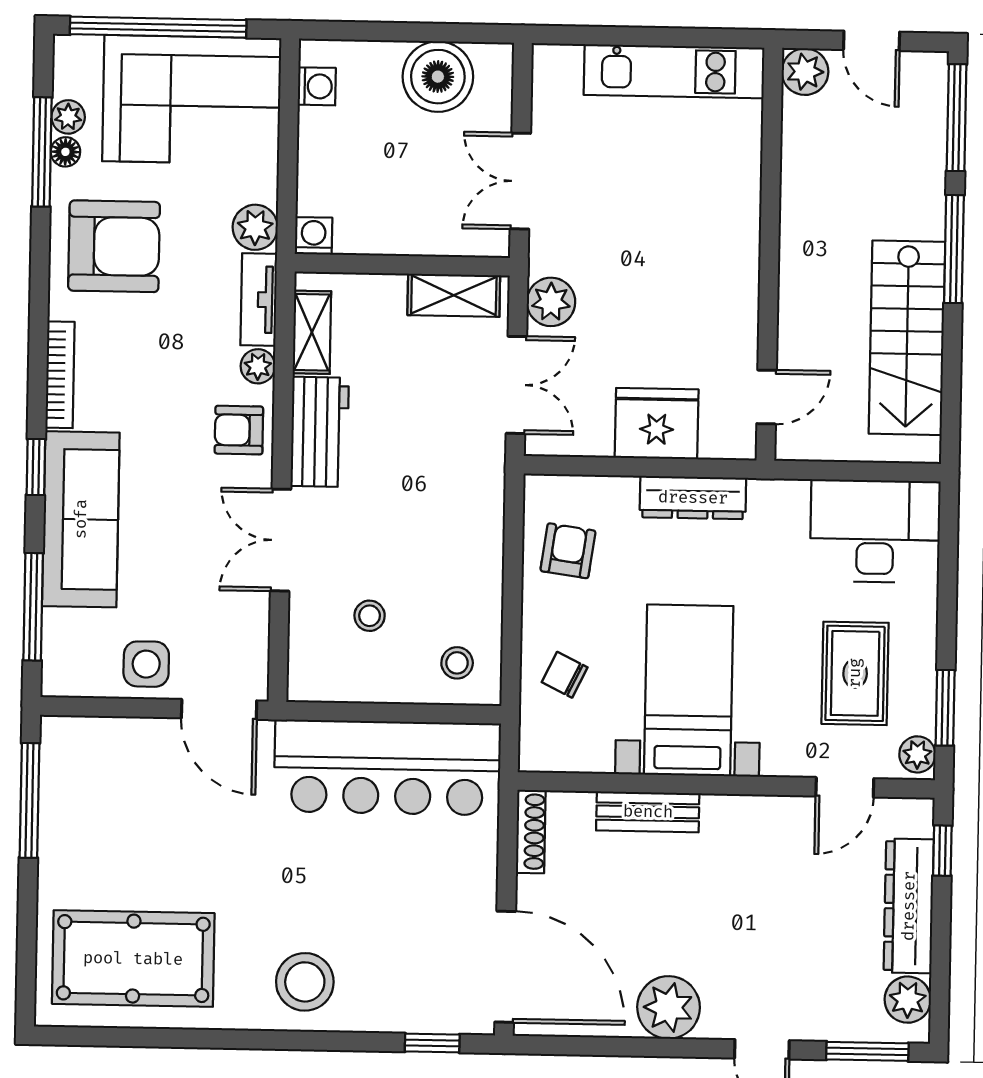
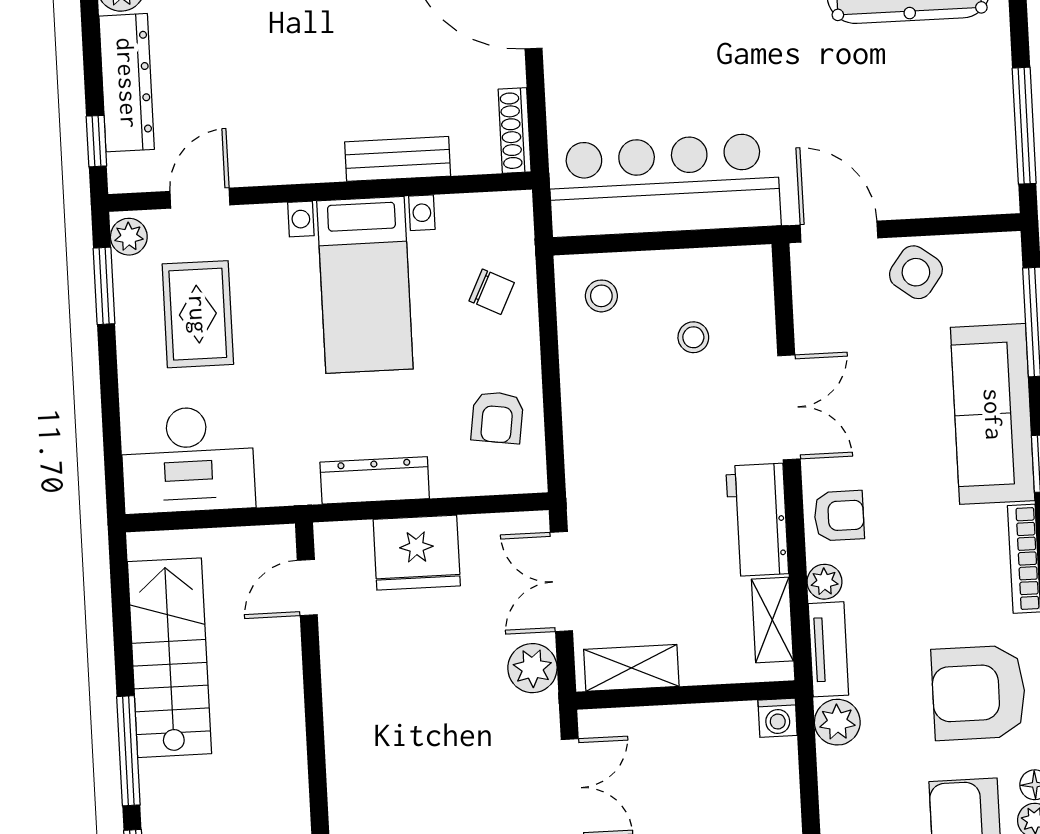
side table: (146, 664) -> (916, 272), turned 37

